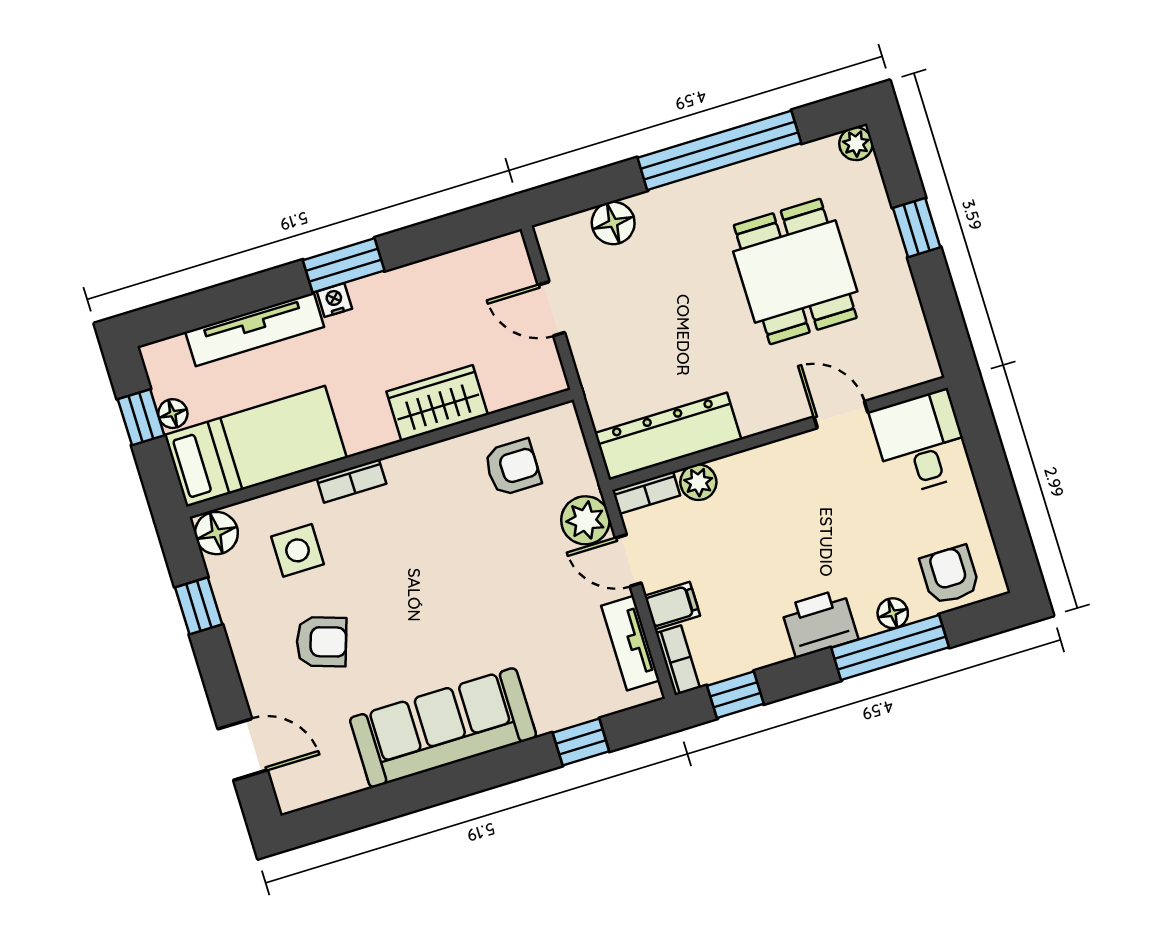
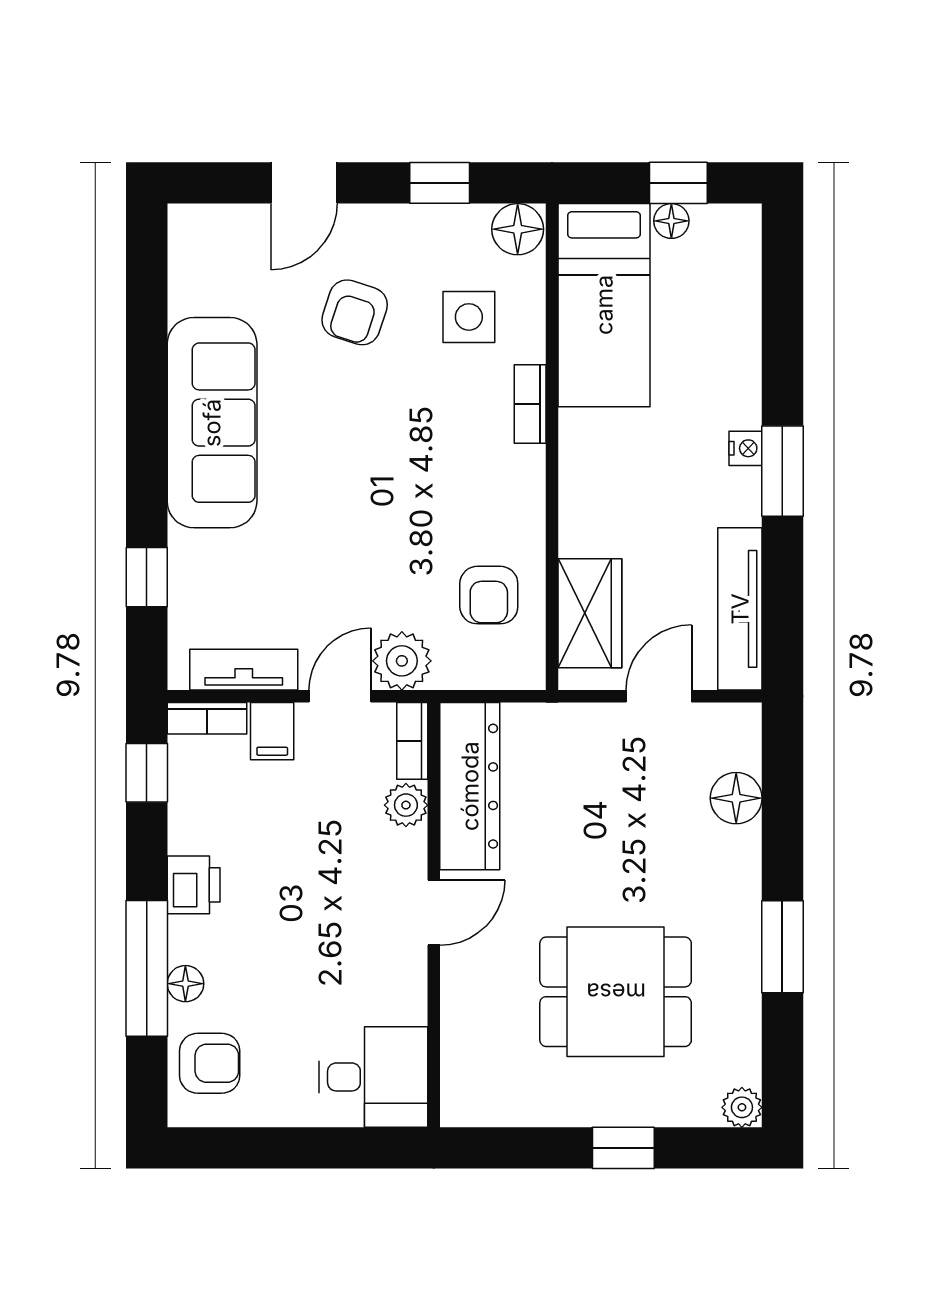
window: (719, 150) -> (782, 947), width x0.47
tv unit: (255, 329) -> (740, 609), moved
wardrobe: (437, 403) -> (590, 613), moved
door: (841, 415) -> (434, 913), moved
printer: (820, 623) -> (194, 885), width x0.73, depth x0.81
door: (243, 749) -> (304, 183), moved

